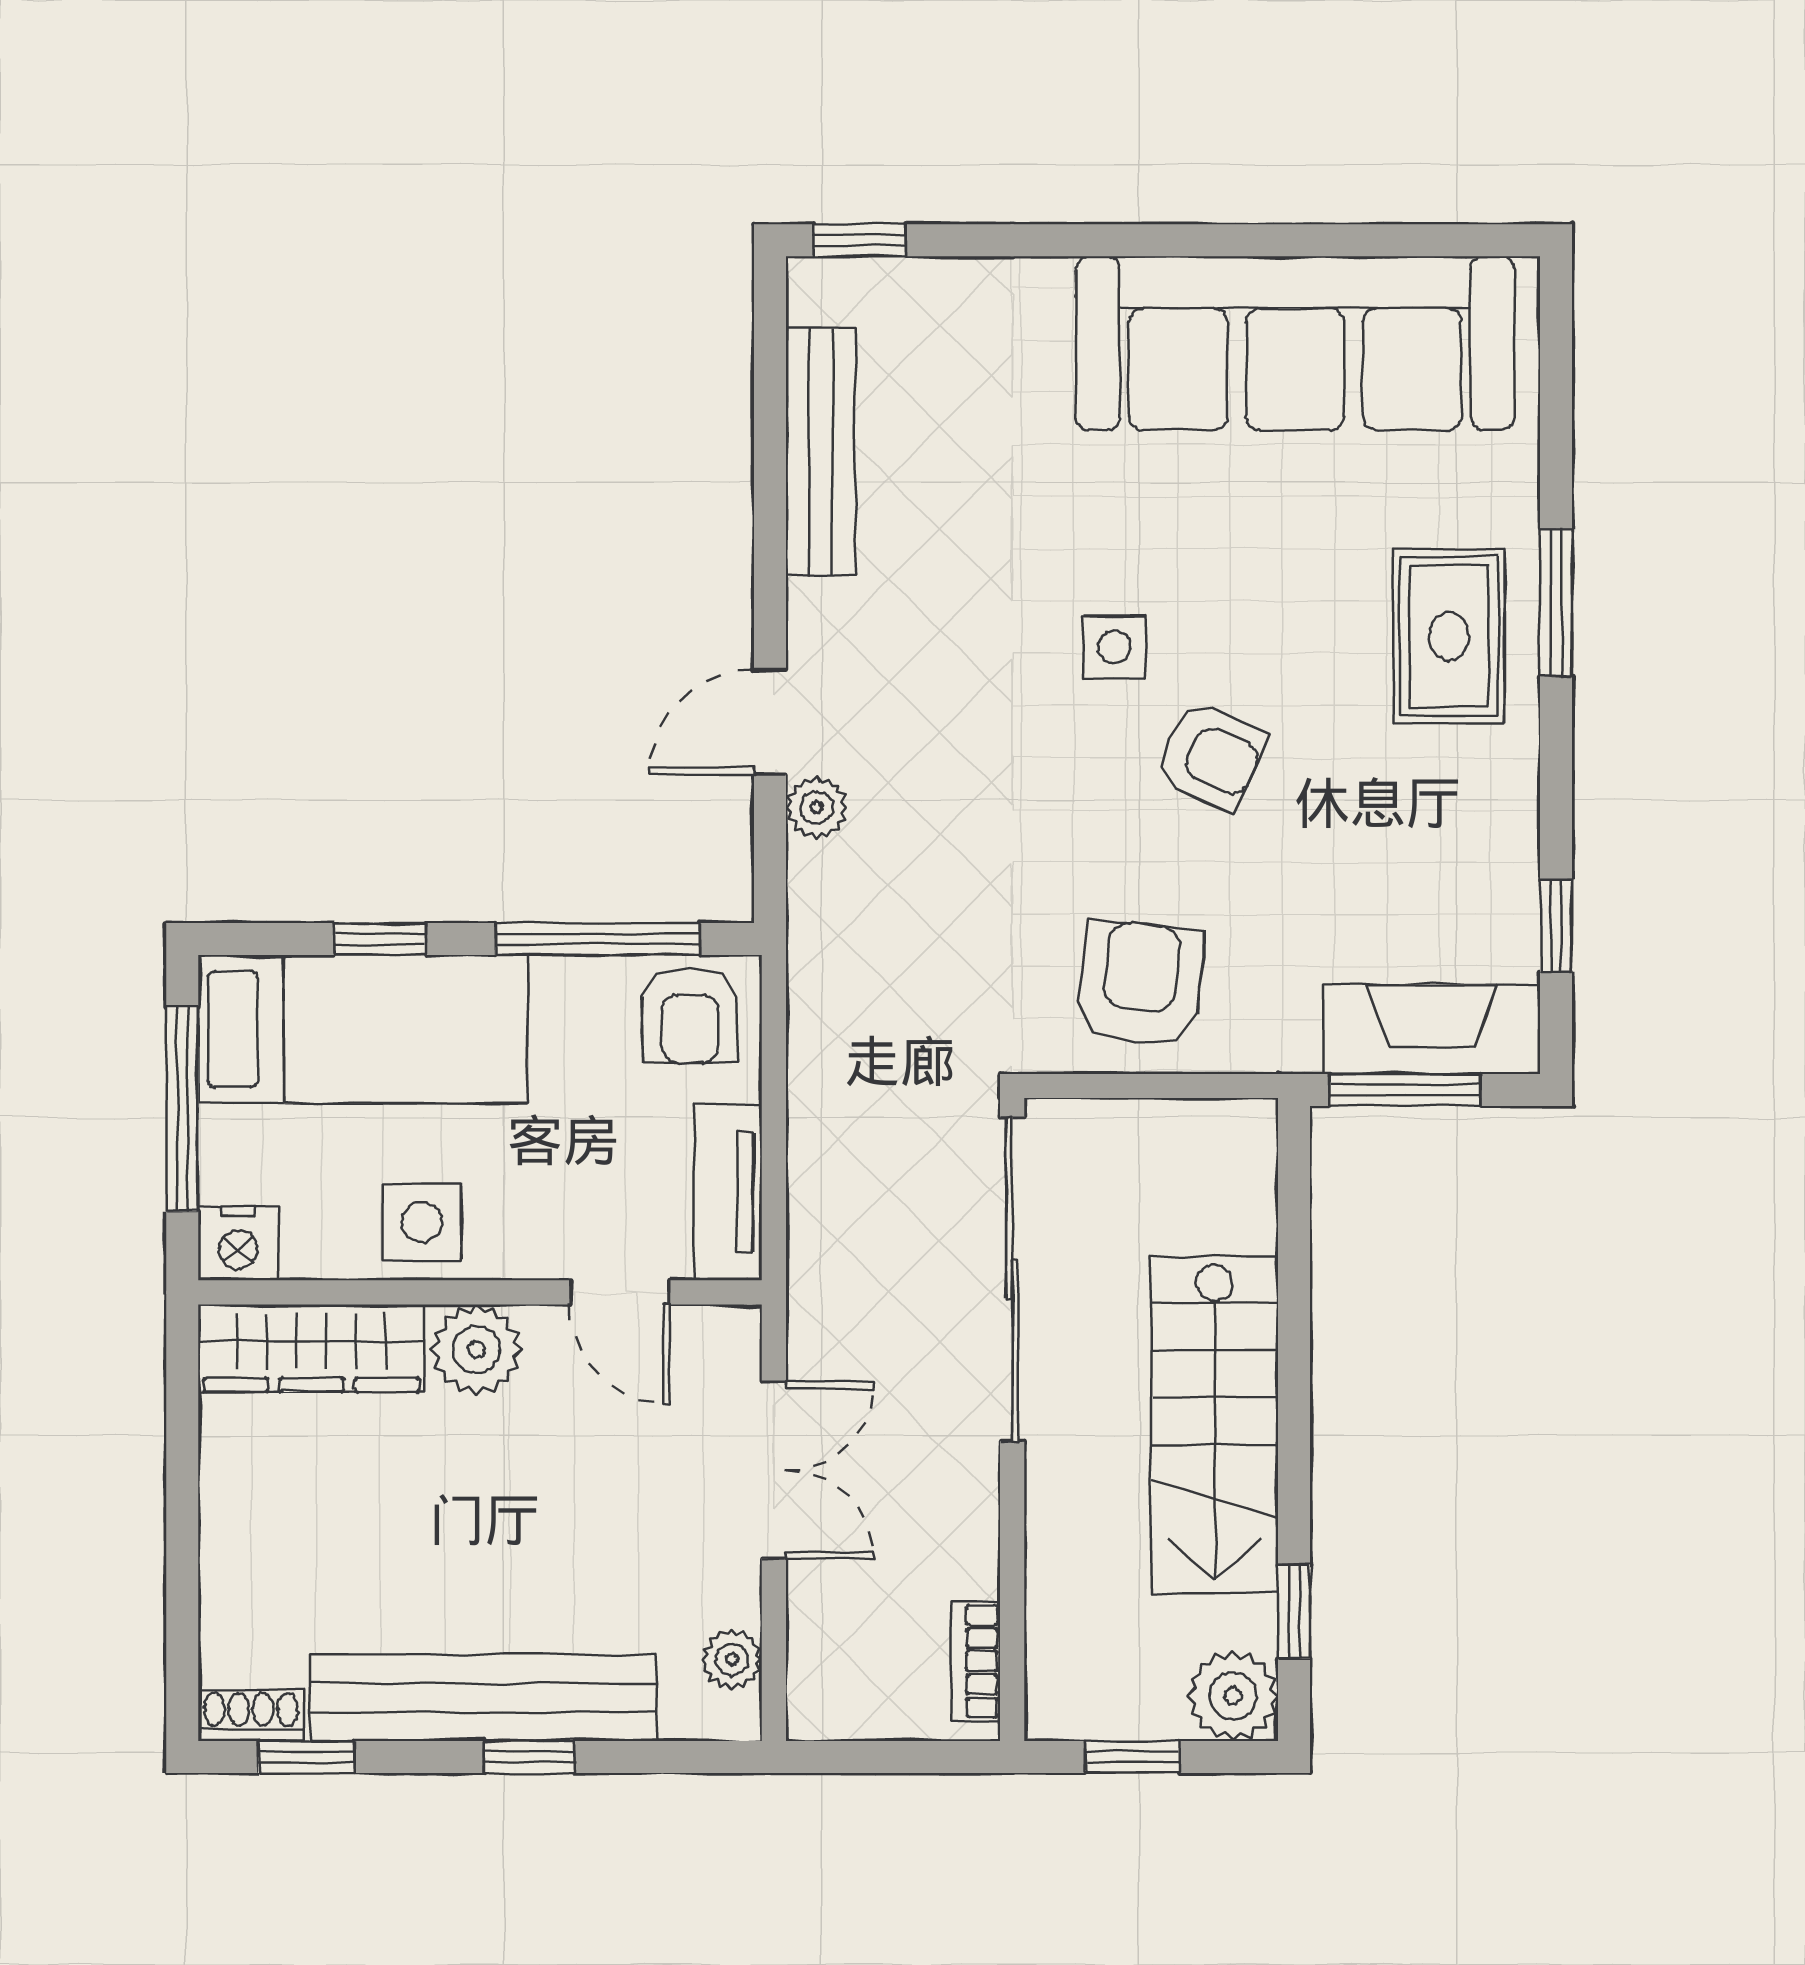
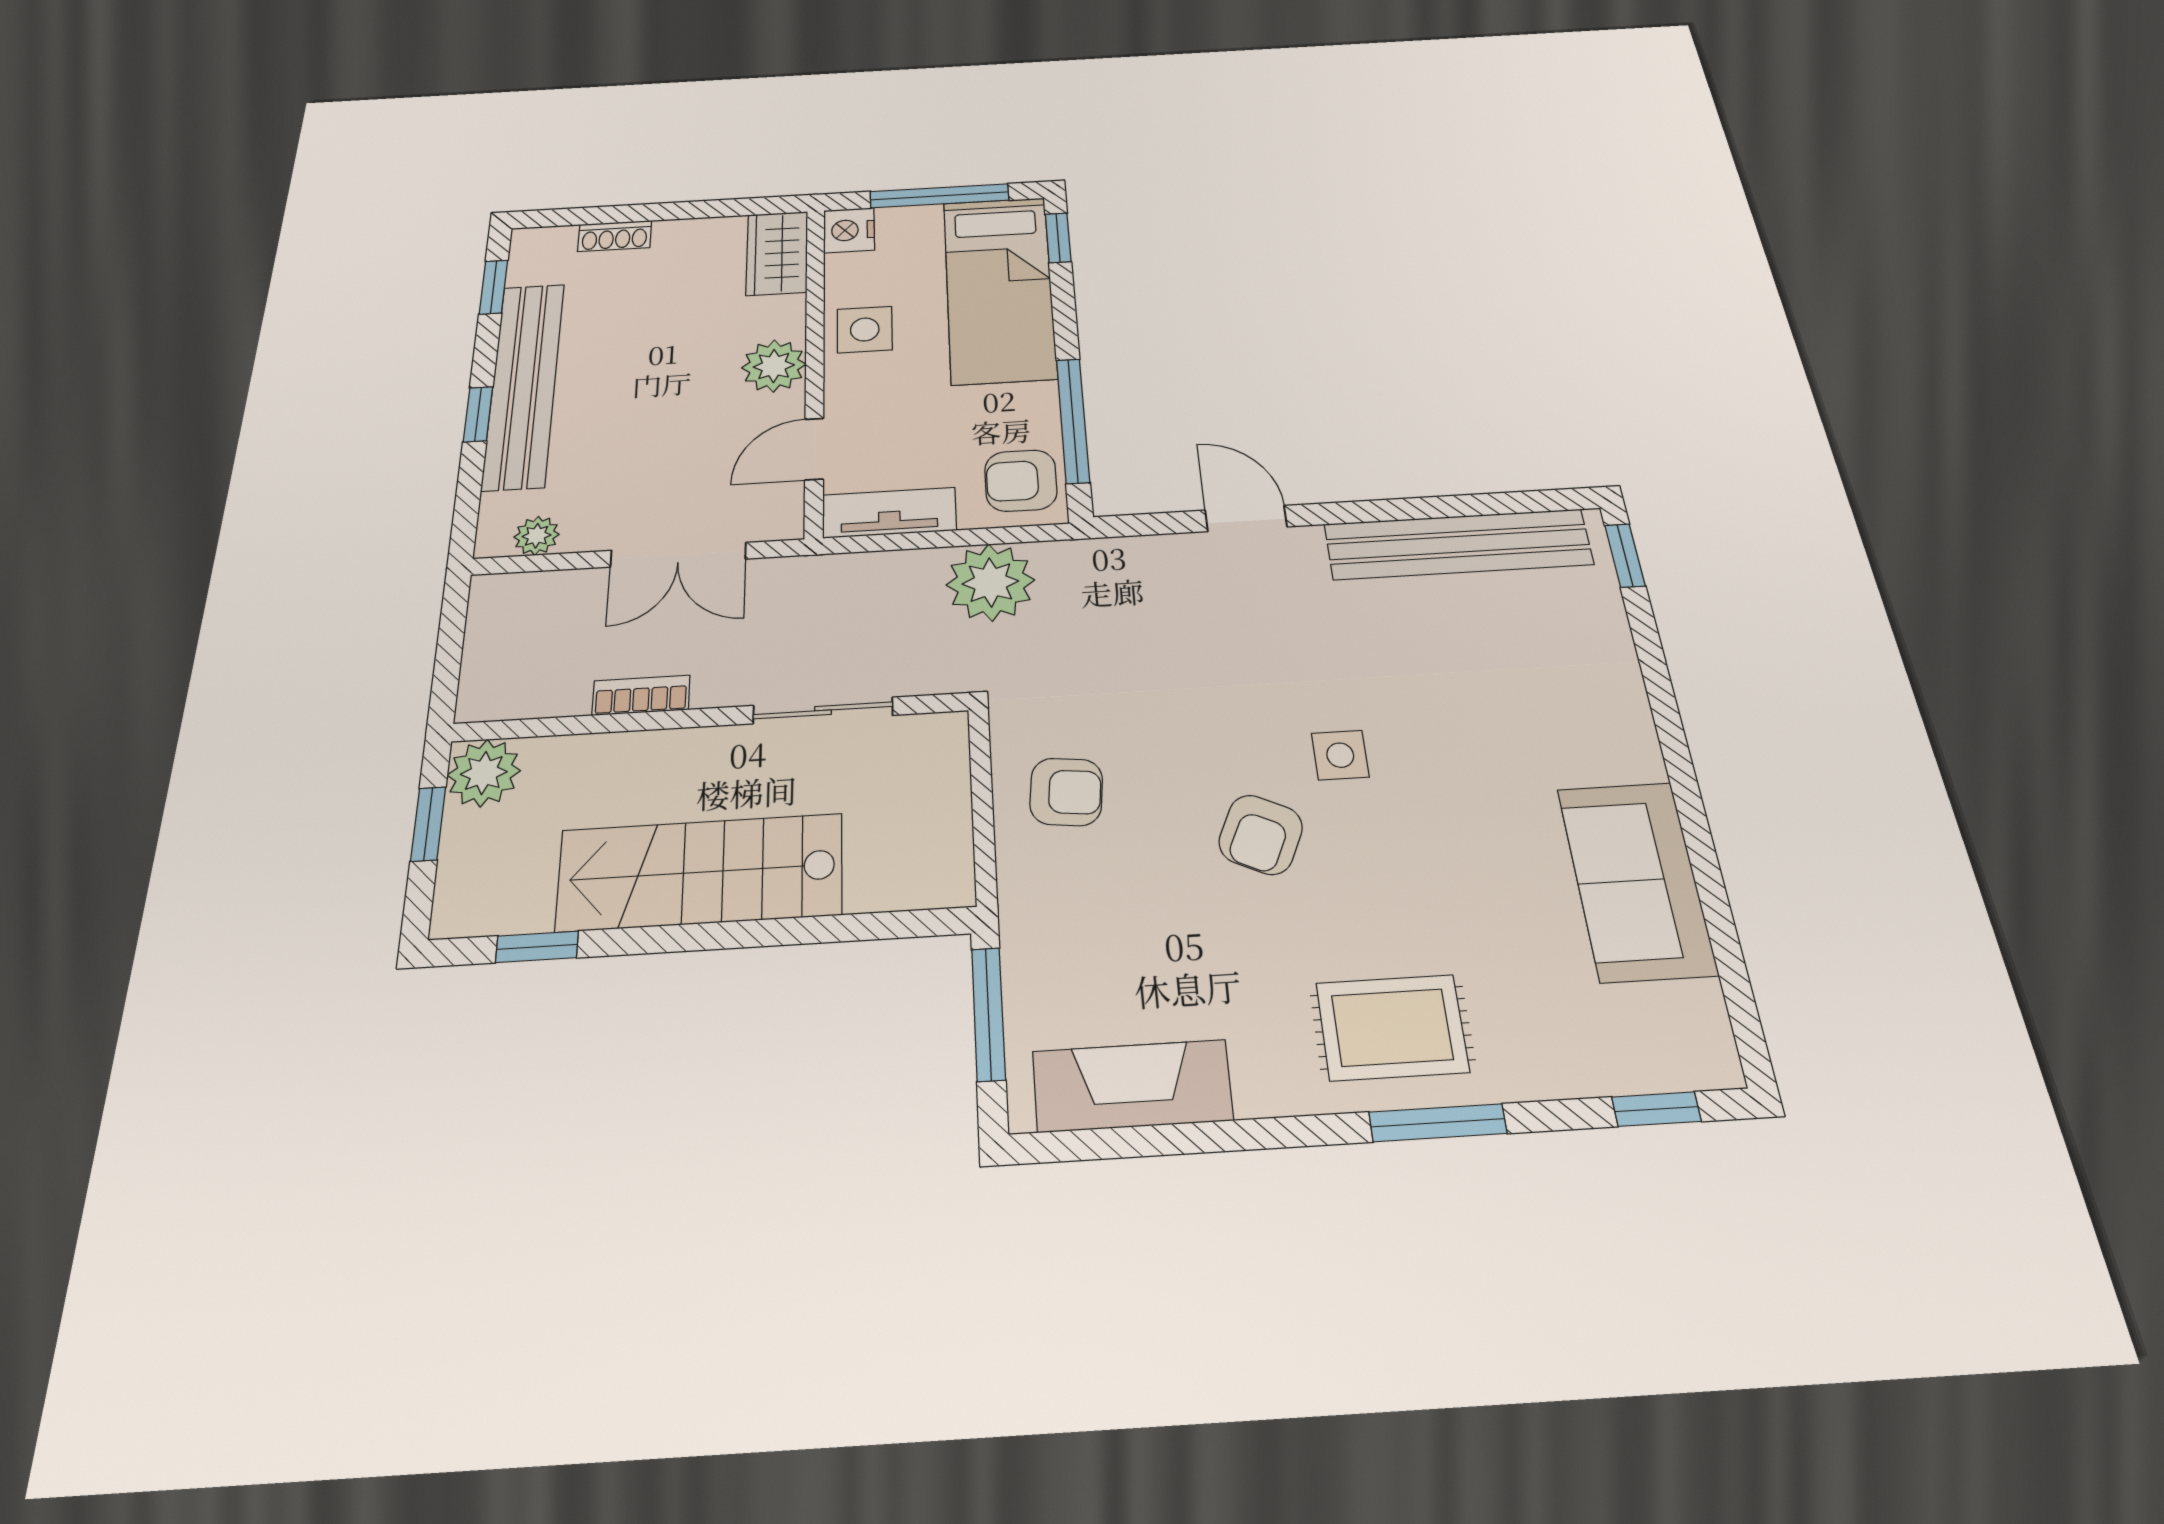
sofa: (1295, 343) -> (1636, 880), width x0.54, depth x0.79
bench: (820, 452) -> (1458, 544), width x1.37, depth x1.21
plant: (817, 807) -> (990, 582), moved, width x1.88, depth x1.88
window: (1556, 926) -> (1656, 1109), moved
window: (380, 939) -> (1058, 238), moved
armchair: (1140, 984) -> (1066, 792), width x0.72, depth x0.72
fireplace: (1432, 1029) -> (1132, 1086), moved, turned -90
sliding door: (1012, 1279) -> (823, 710), width x0.54
wardrobe: (311, 1348) -> (777, 253), width x0.67
bookcase: (976, 1661) -> (641, 695), moved
plant: (1233, 1696) -> (484, 773), moved
shoe rack: (251, 1715) -> (615, 236), moved, turned 90

